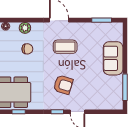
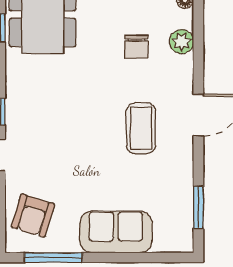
armchair: (63, 85) -> (33, 216), moved

